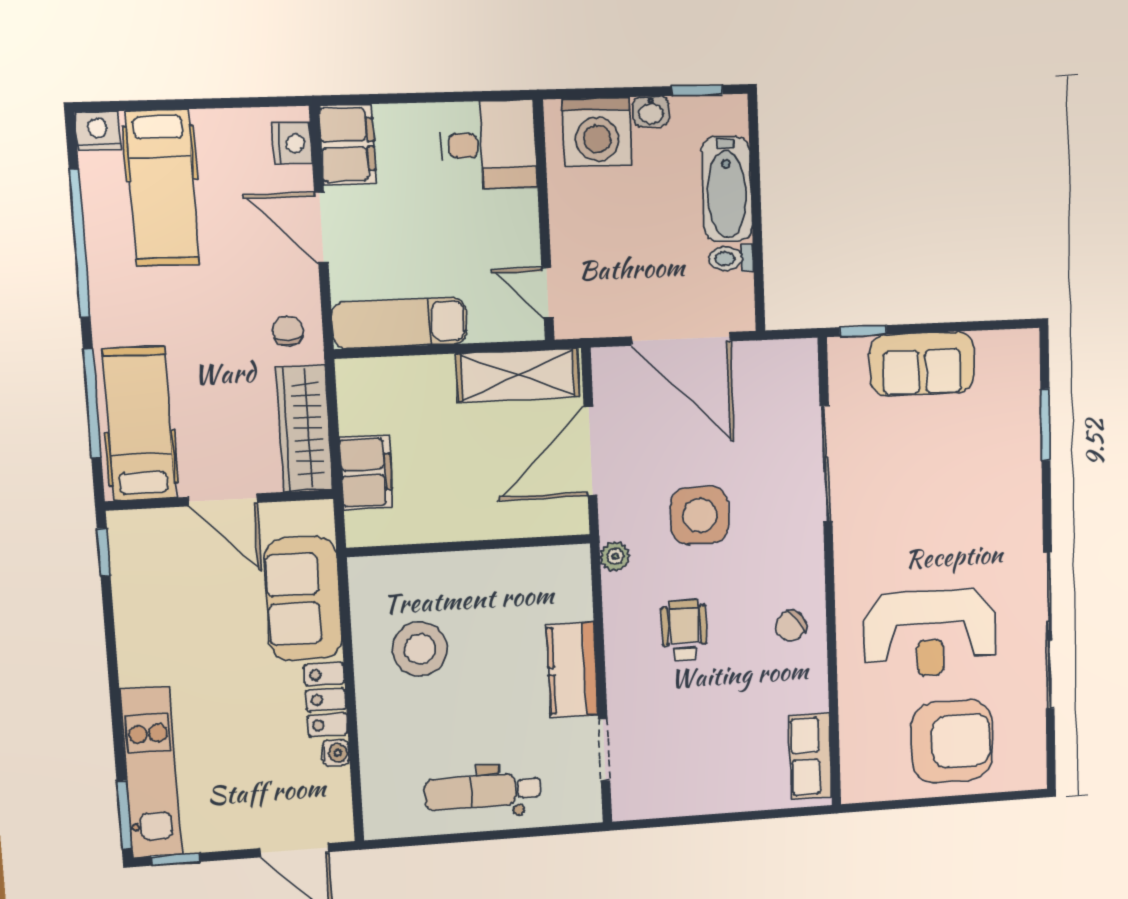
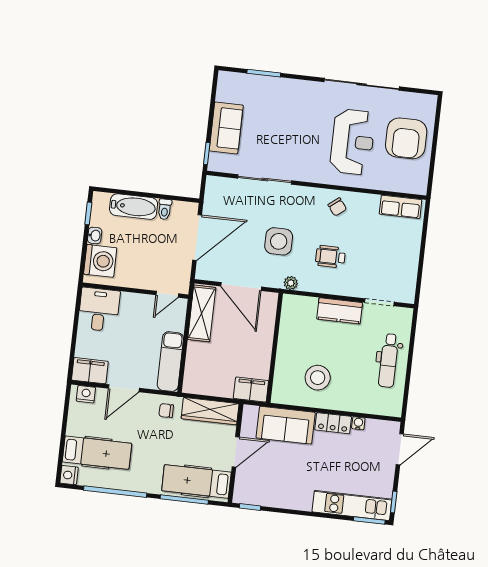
filing cabinet: (366, 472) -> (251, 390), moved
armchair: (952, 741) -> (406, 138), turned 180

